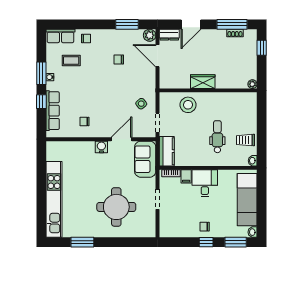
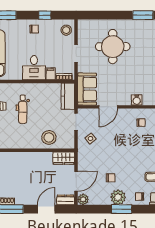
window: (127, 24) -> (122, 209), moved
plant: (110, 38) -> (118, 197), added
door: (157, 56) -> (76, 181), hinge flipped
wardrobe: (203, 82) -> (64, 158), moved
water cooler: (101, 147) -> (137, 100), moved
stool: (169, 225) -> (66, 30), added
window: (206, 242) -> (45, 15), moved

